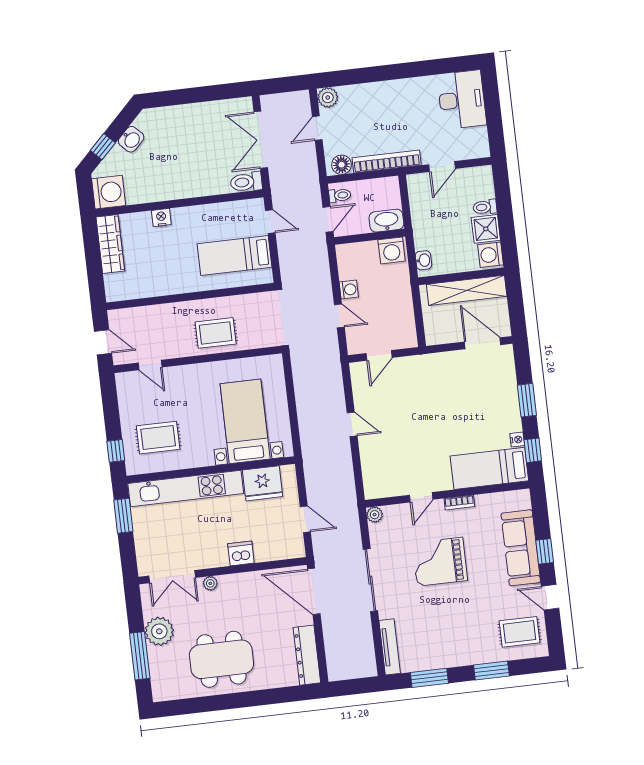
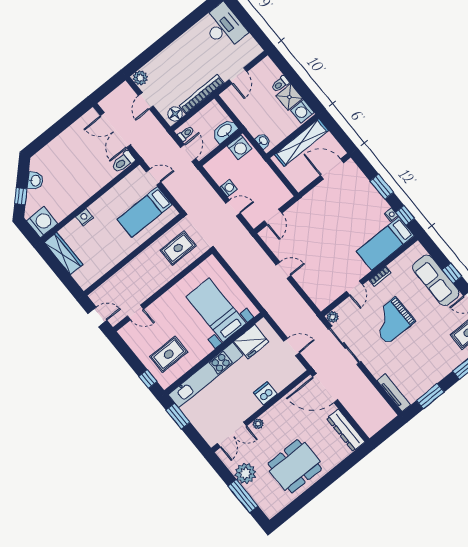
rug: (216, 333) -> (178, 248), moved
sliding door: (370, 580) -> (344, 345), moved

